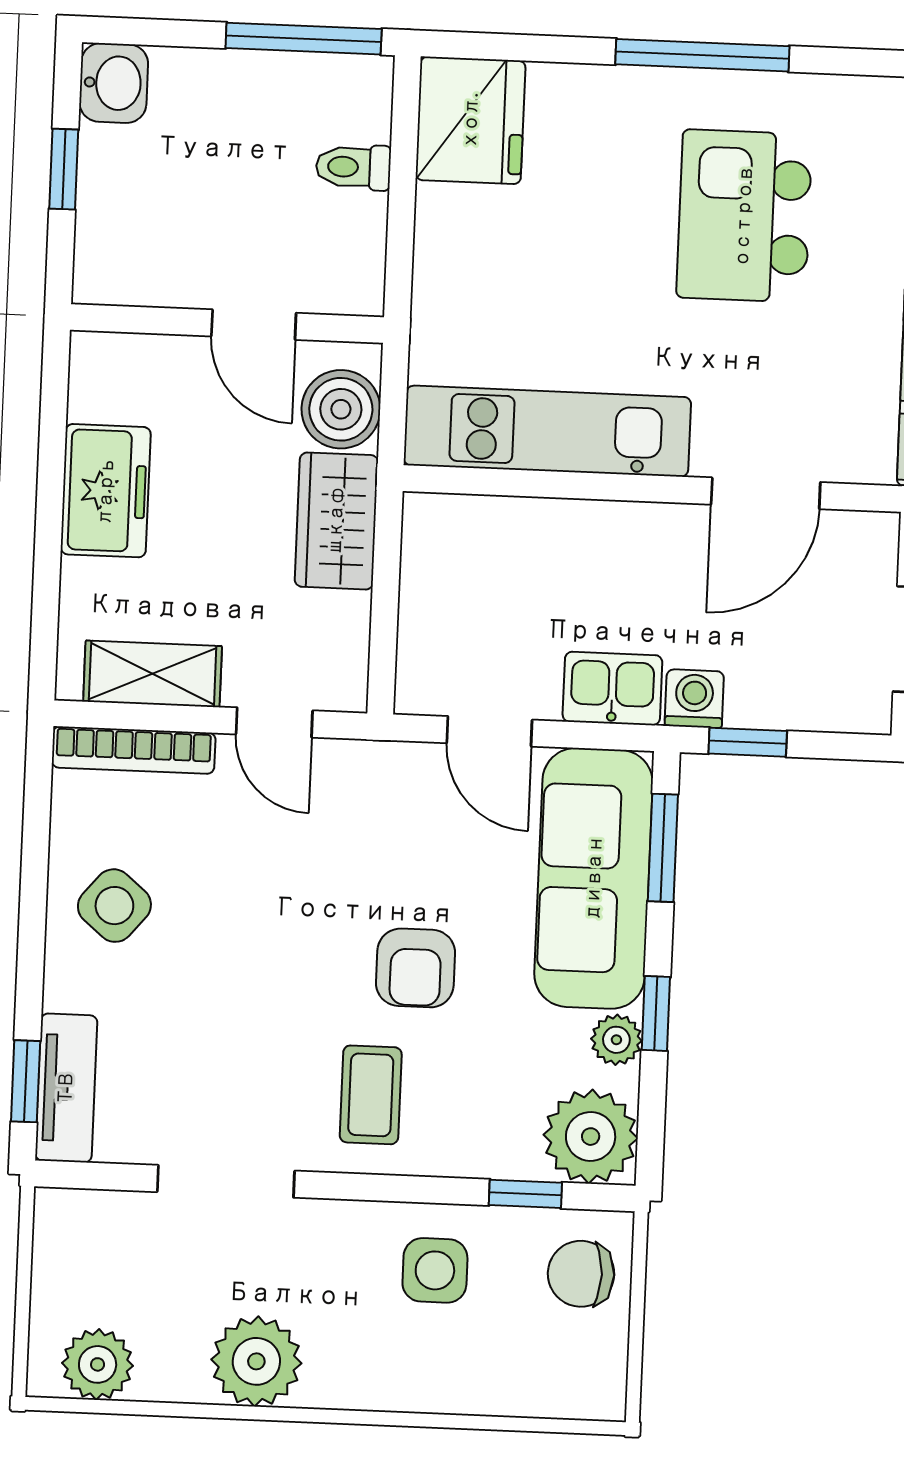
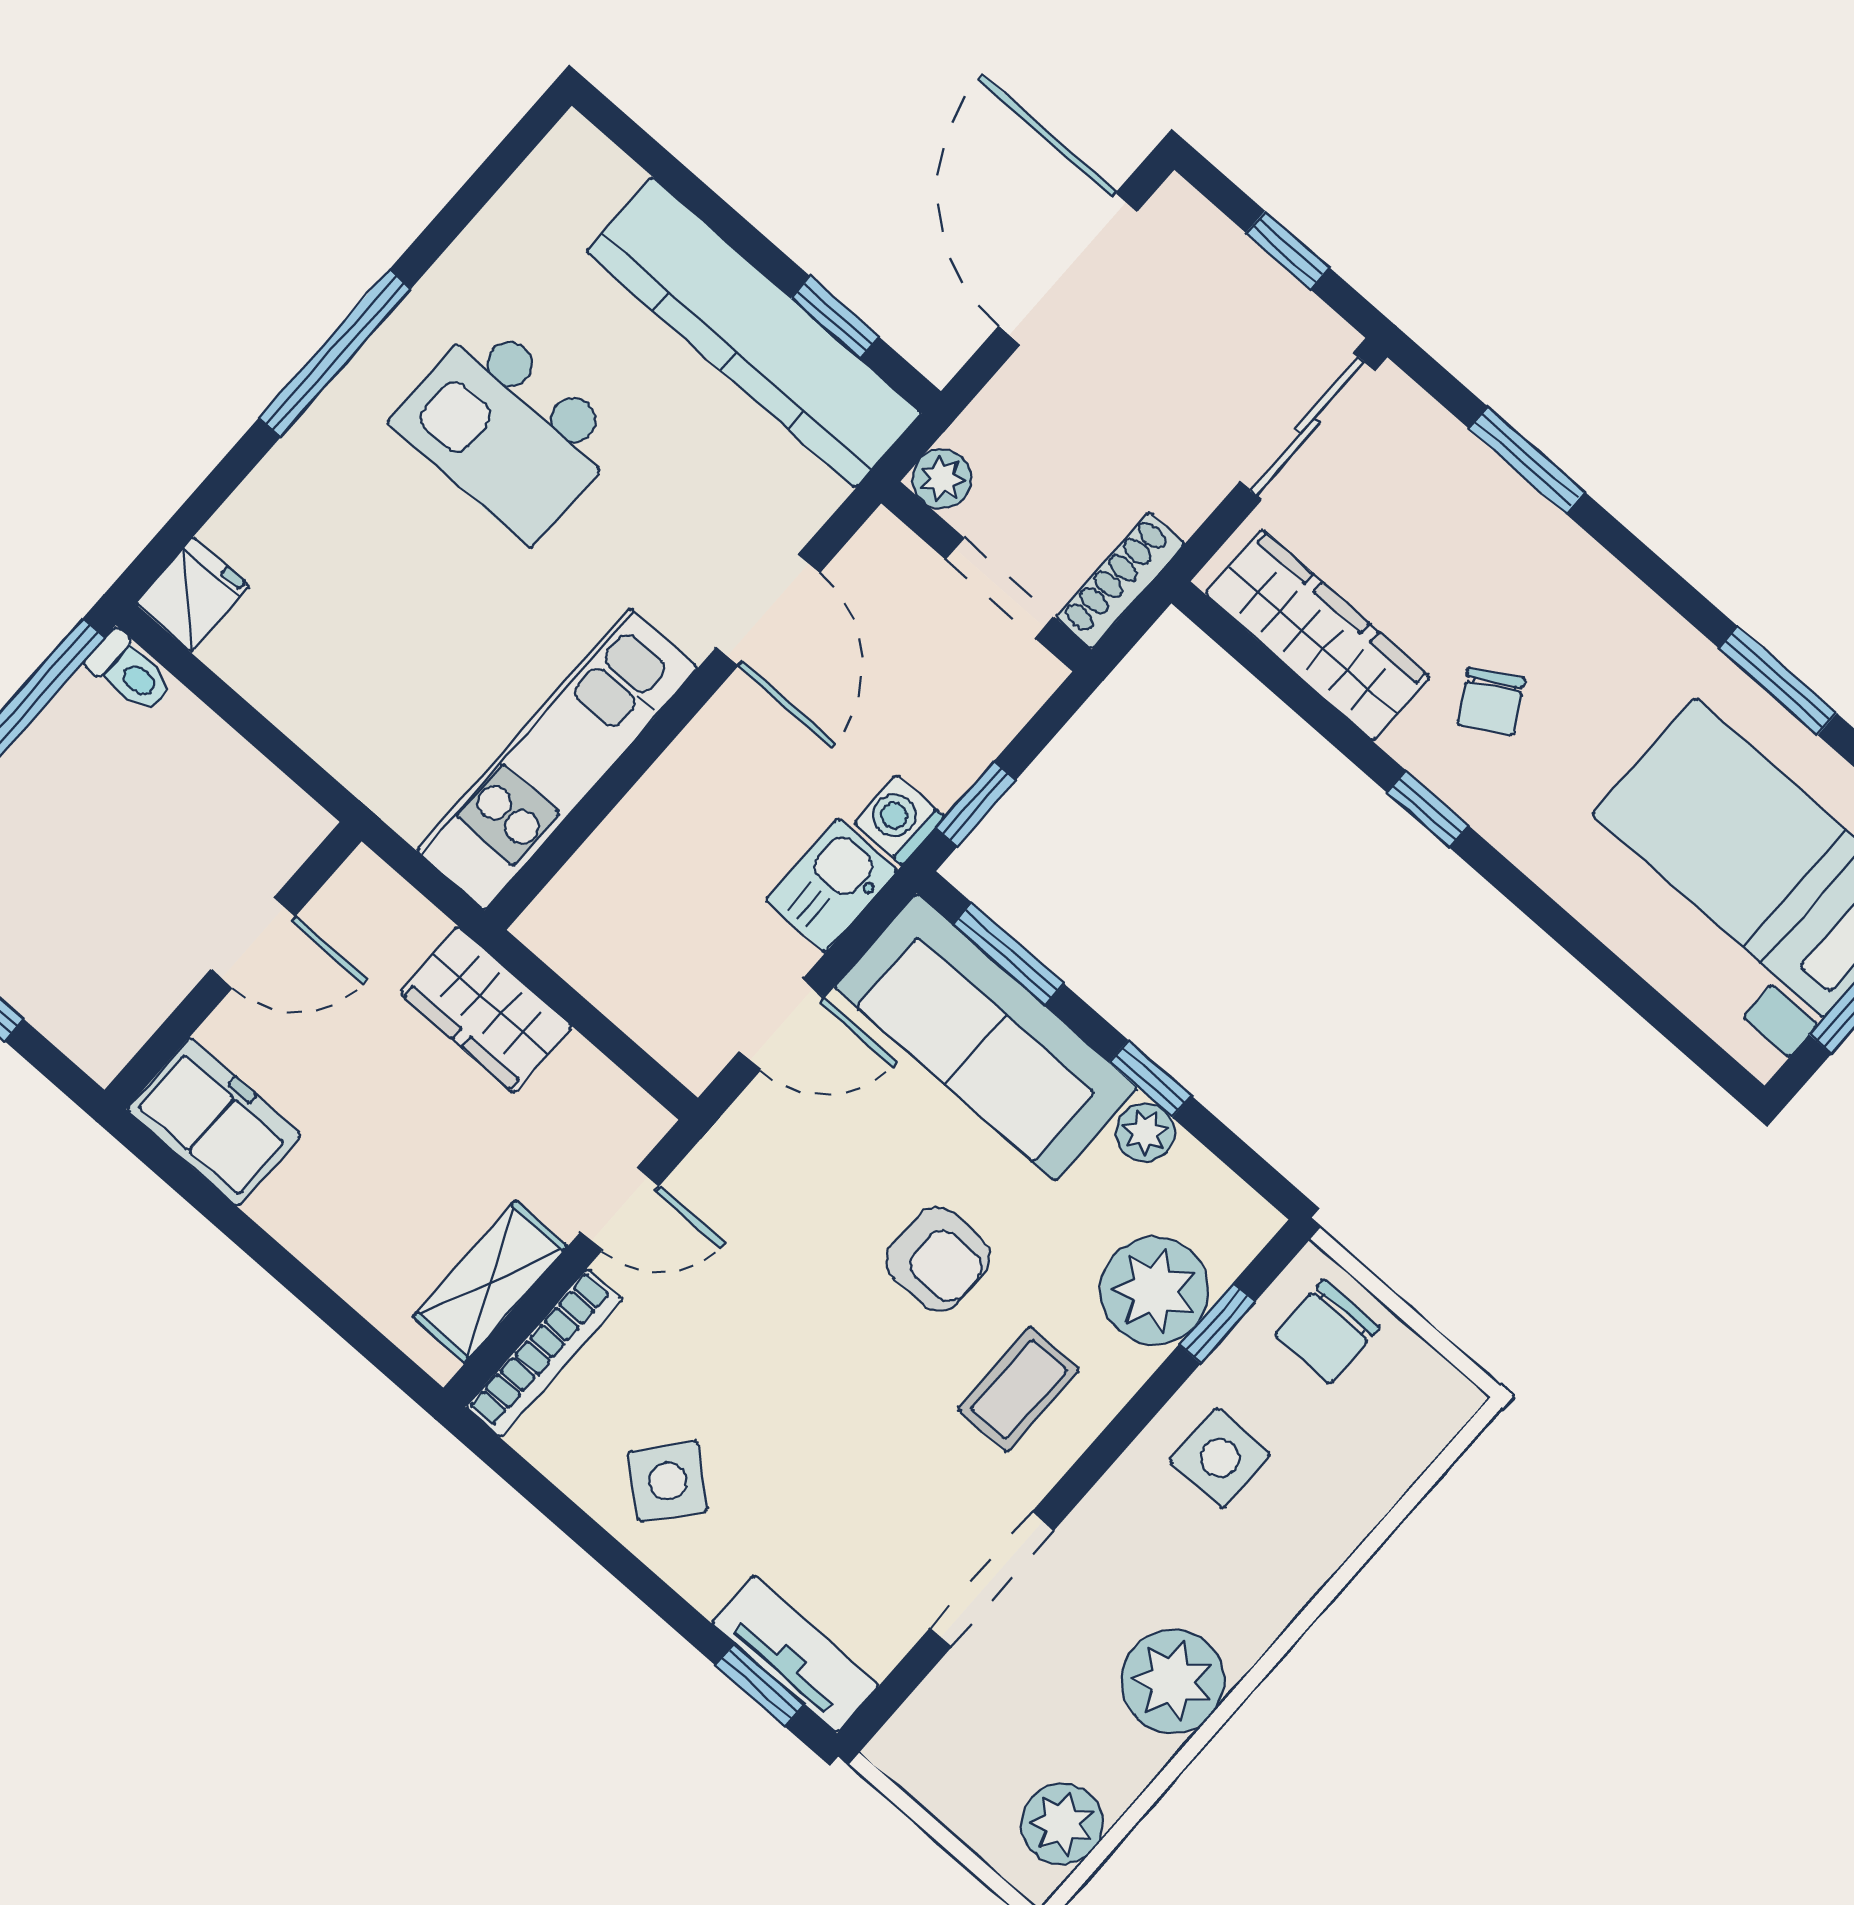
fridge: (471, 120) -> (192, 594), width x0.53, depth x0.75
toilet: (353, 167) -> (130, 672), moved, turned -90
boiler: (341, 409) -> (390, 926), removed
freezer: (106, 491) -> (214, 1122), moved
coffee table: (371, 1095) -> (1019, 1389), turned 90
plant: (591, 1137) -> (1154, 1291), moved

